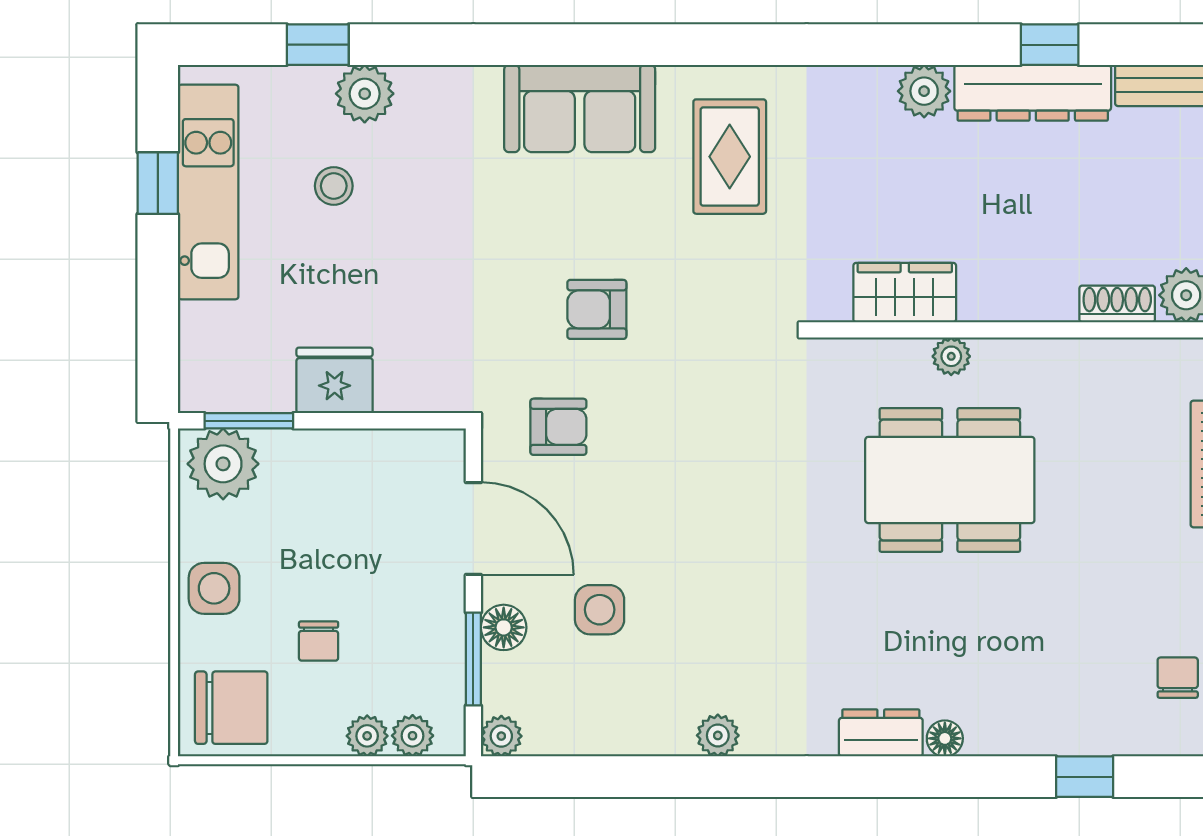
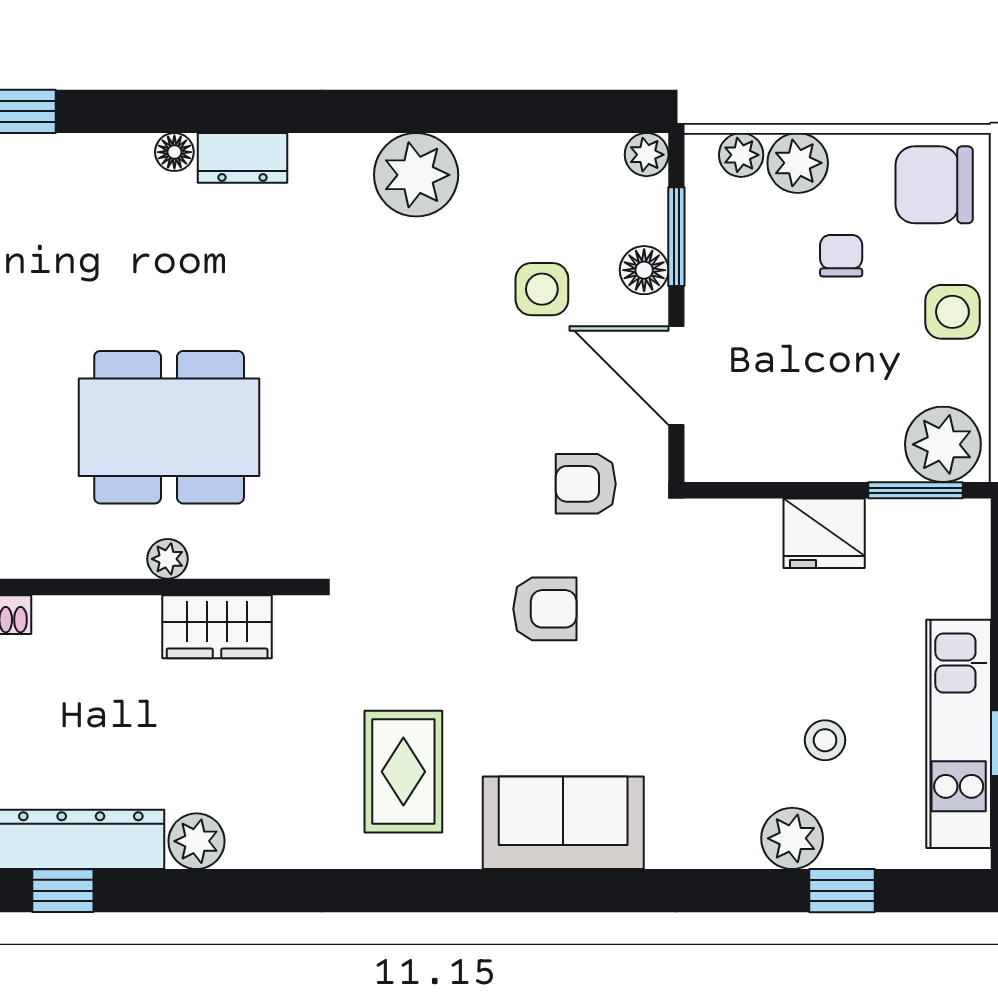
plant: (718, 735) -> (416, 175), width x1.87, depth x1.87
plant: (367, 736) -> (798, 163), width x1.38, depth x1.38

